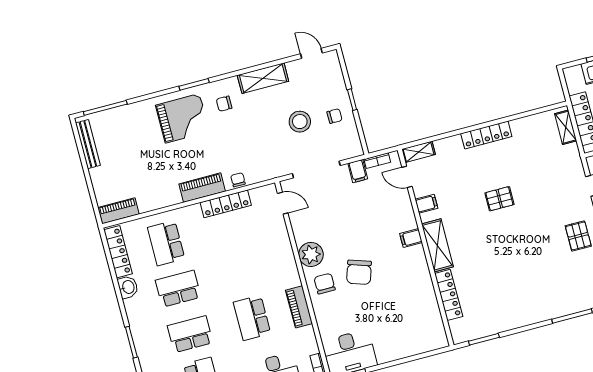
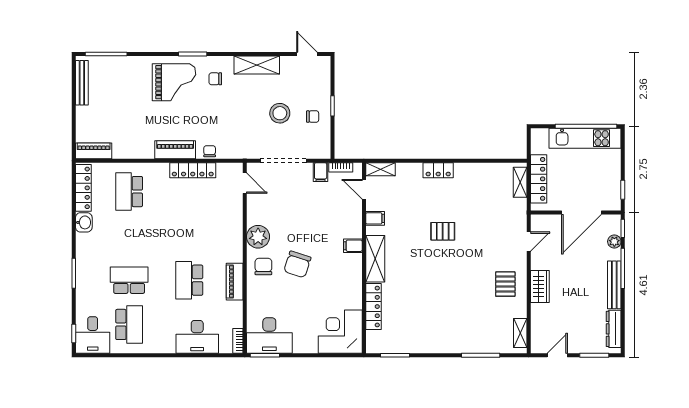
locker: (486, 135) -> (438, 170), width x0.66
school desk: (178, 289) -> (129, 236), removed
corner desk: (421, 330) -> (340, 332), added

